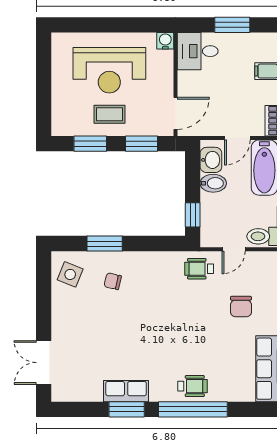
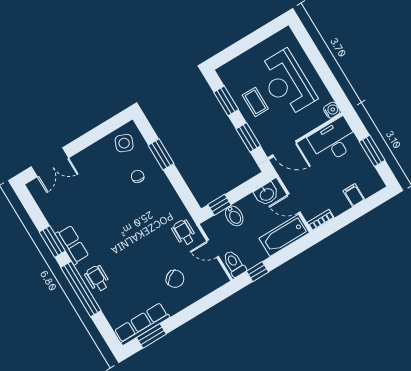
desk: (198, 51) -> (333, 141), width x1.37
bidet: (213, 183) -> (234, 216), moved
chair: (241, 307) -> (175, 279), turned -124
double door: (44, 363) -> (50, 162), swing flipped
wheelchair: (192, 386) -> (97, 279), turned 180
row of seats: (126, 391) -> (72, 245), moved

